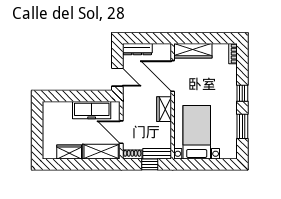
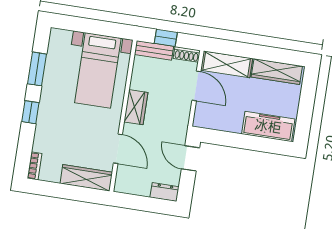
dresser: (137, 49) -> (165, 192), width x0.70
door: (173, 76) -> (118, 149), width x0.73
freezer: (92, 110) -> (268, 126), moved
wardrobe: (69, 152) -> (277, 72), width x1.50

